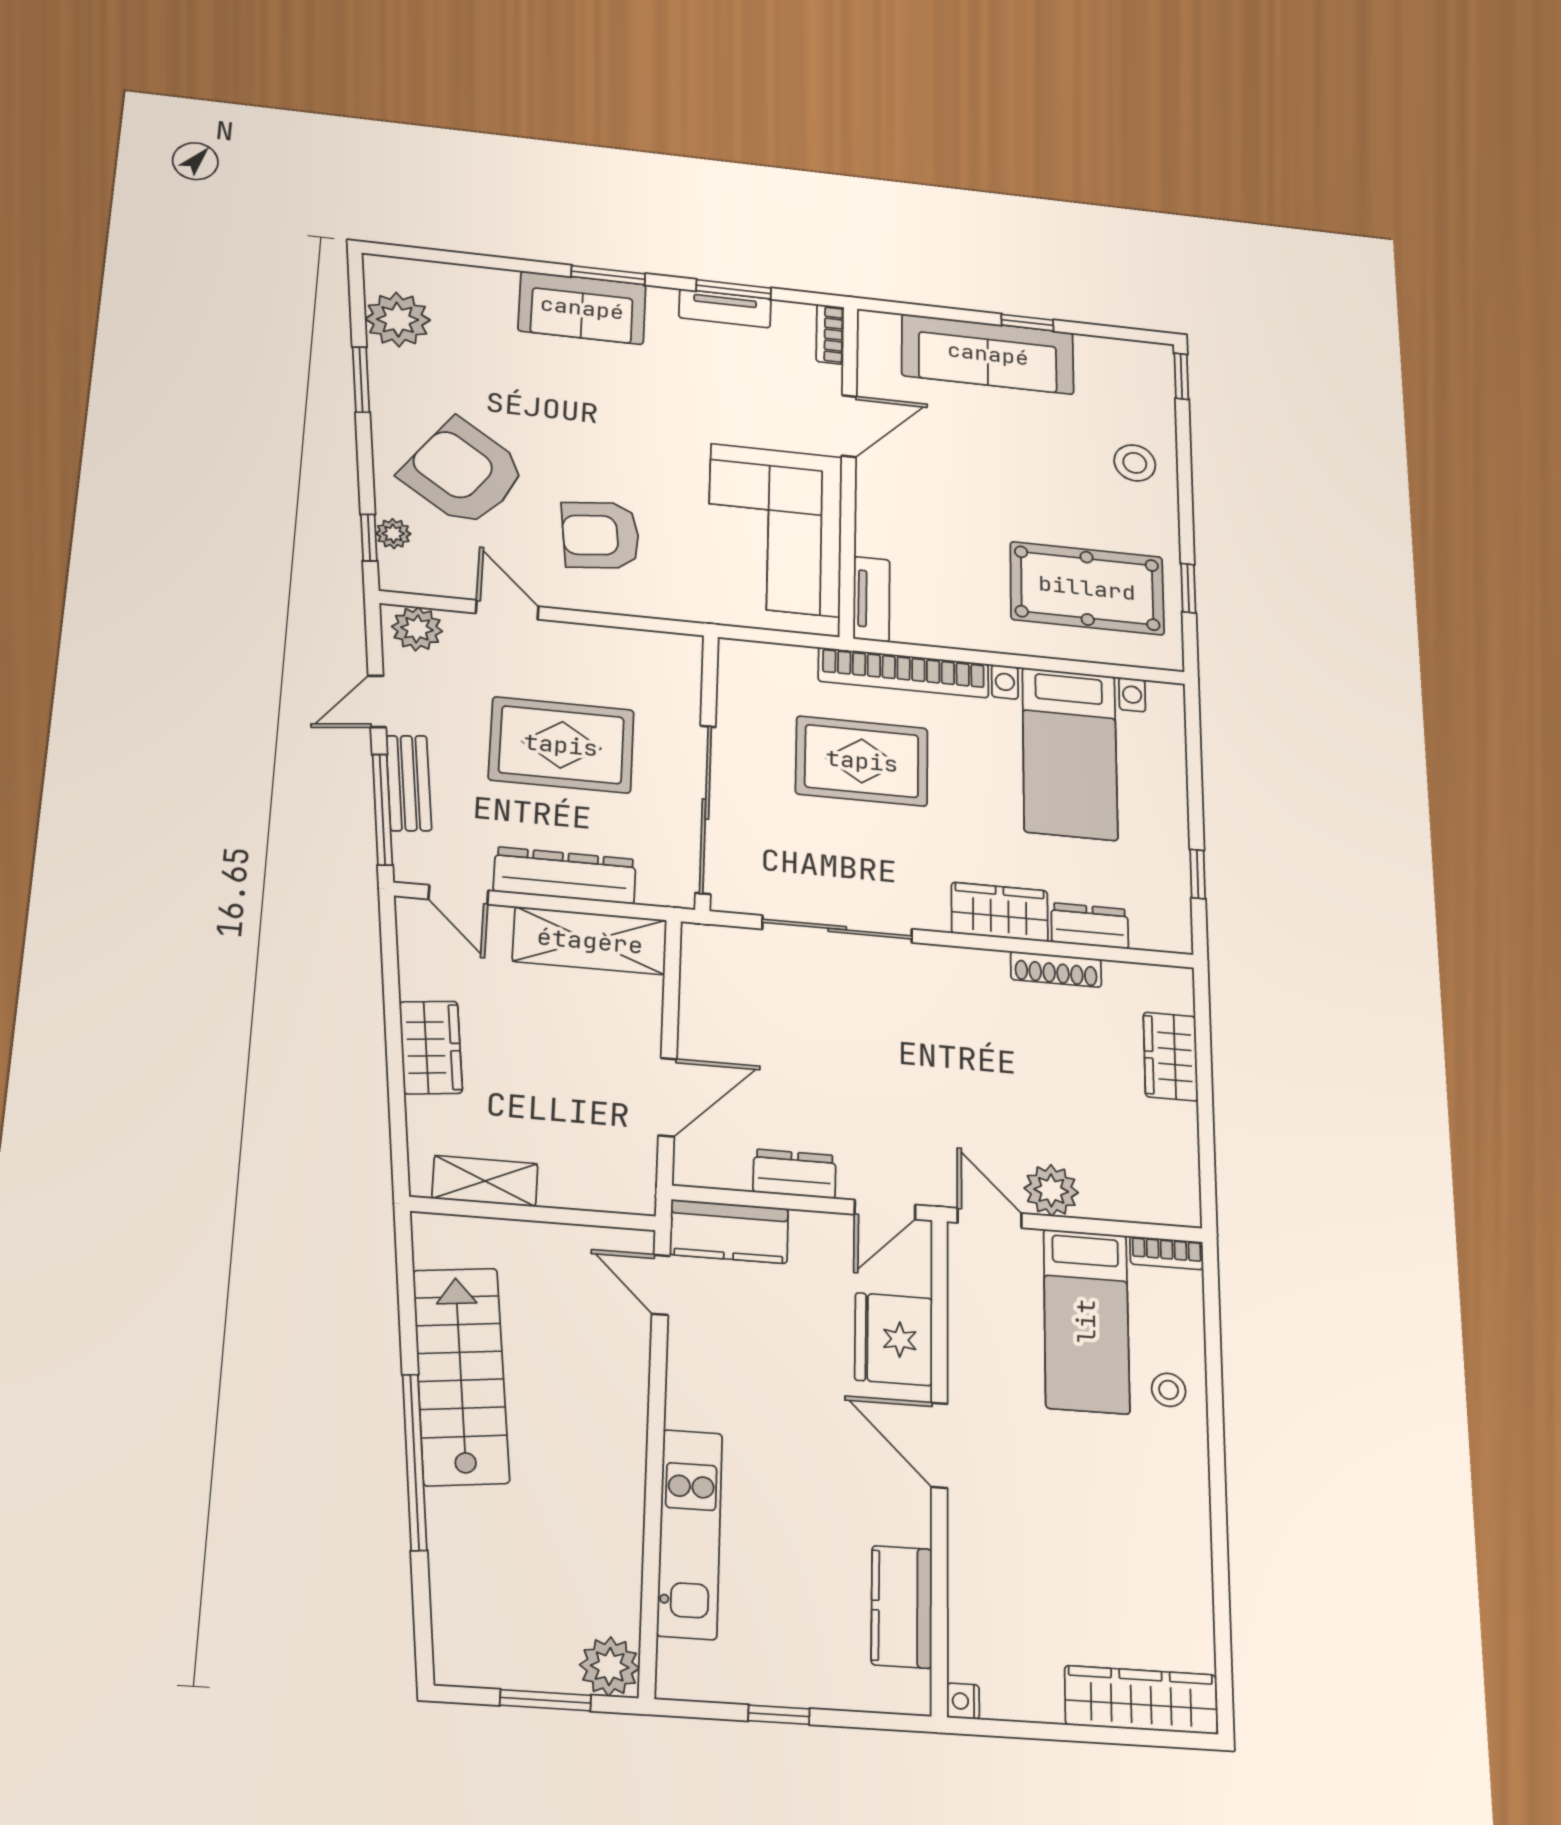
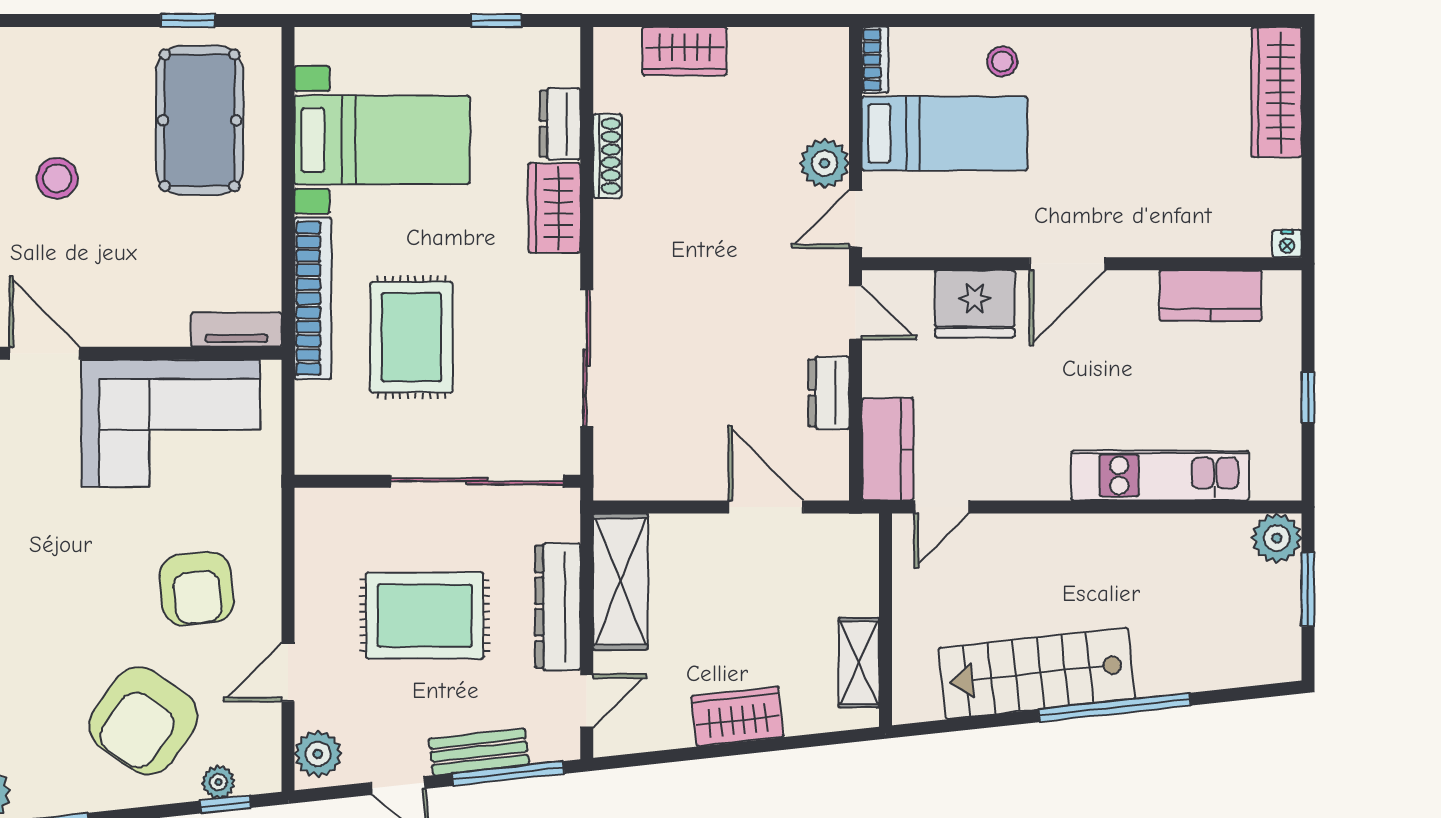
stool: (1135, 463) -> (57, 178), moved
rug: (561, 745) -> (425, 616), turned 90

